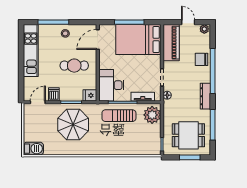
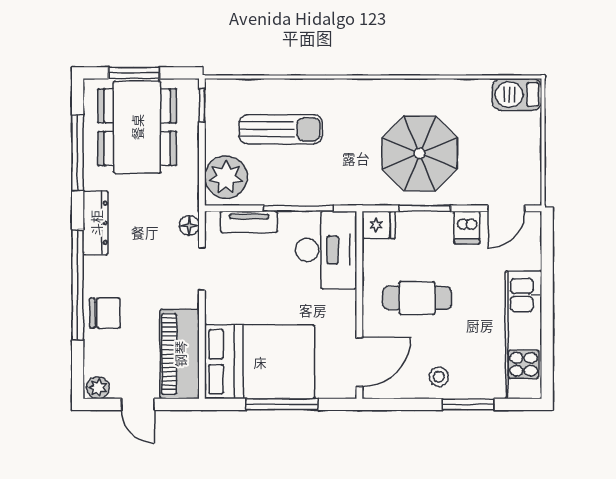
window: (53, 22) -> (468, 404), width x0.69
sun lounger: (119, 116) -> (281, 129), moved
dining table: (188, 135) -> (137, 127), width x1.38

